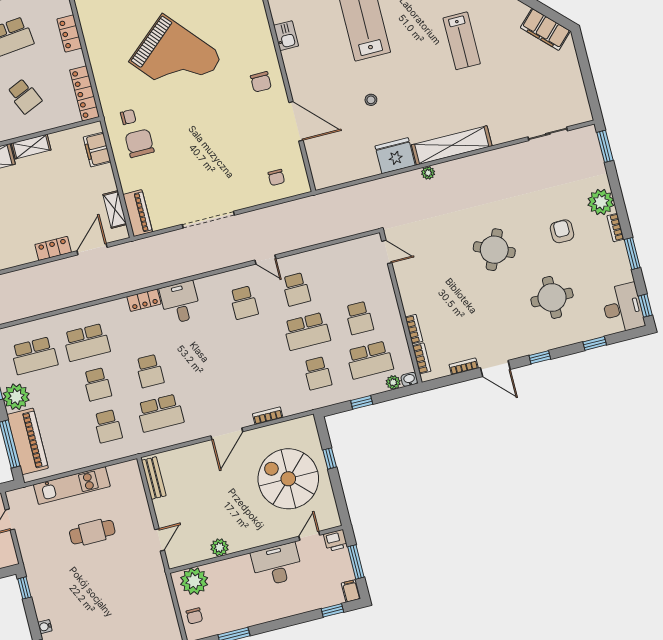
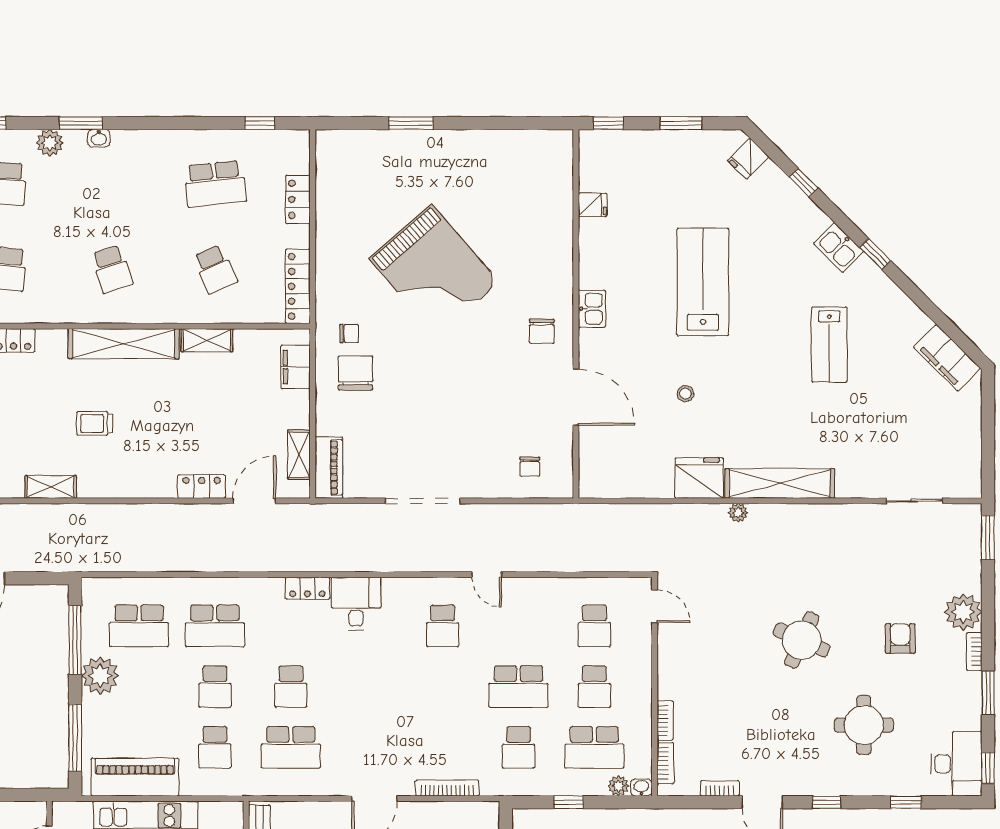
kitchen sink: (286, 36) -> (592, 309), moved
school desk: (296, 289) -> (594, 626), moved
bookcase: (268, 416) -> (447, 788), width x1.56
piano: (28, 441) -> (135, 777), moved, turned -90

